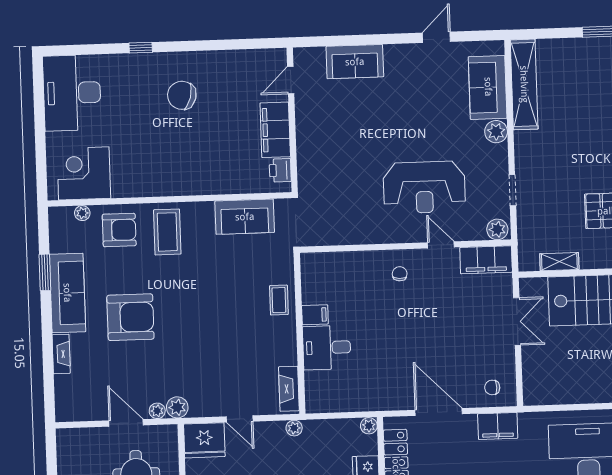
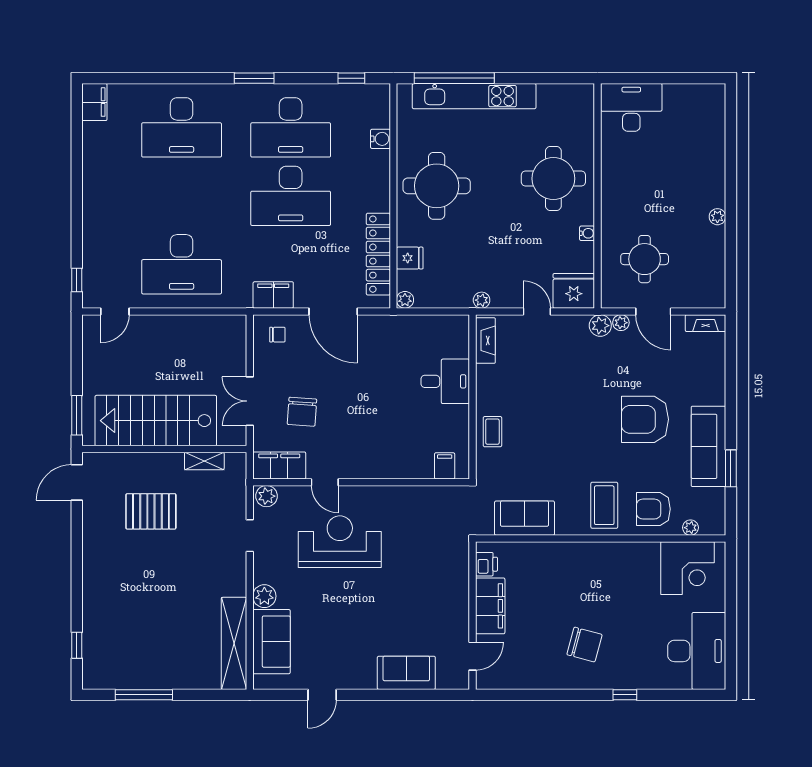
chair: (400, 274) -> (302, 412), moved, width x1.87, depth x1.87
filing cabinet: (315, 315) -> (445, 466), moved, turned 90
fireplace: (61, 354) -> (706, 323), moved, turned -90

